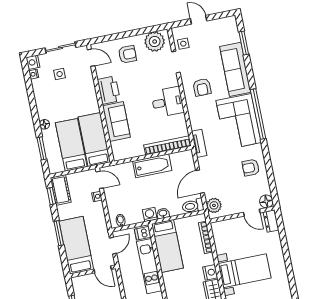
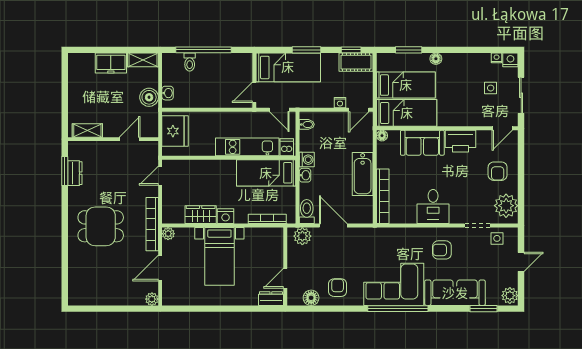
plant: (228, 23) -> (510, 296), added
tv unit: (199, 143) -> (378, 234), removed
floor lamp: (117, 156) -> (382, 136), added
floor lamp: (266, 201) -> (311, 298), moved

